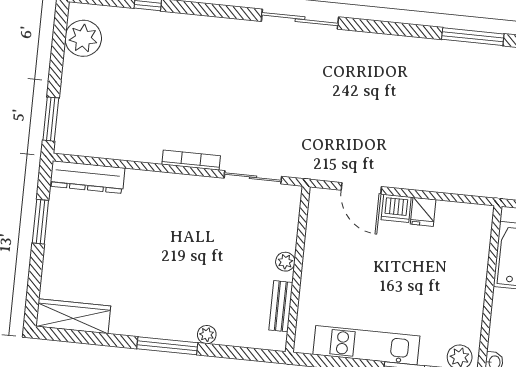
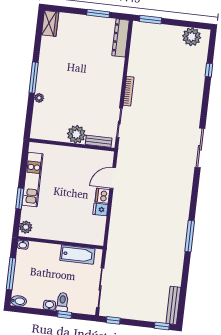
plant: (285, 262) -> (76, 134), width x1.87, depth x1.87
bench: (281, 306) -> (99, 141), moved
wardrobe: (73, 316) -> (50, 23), width x0.67

